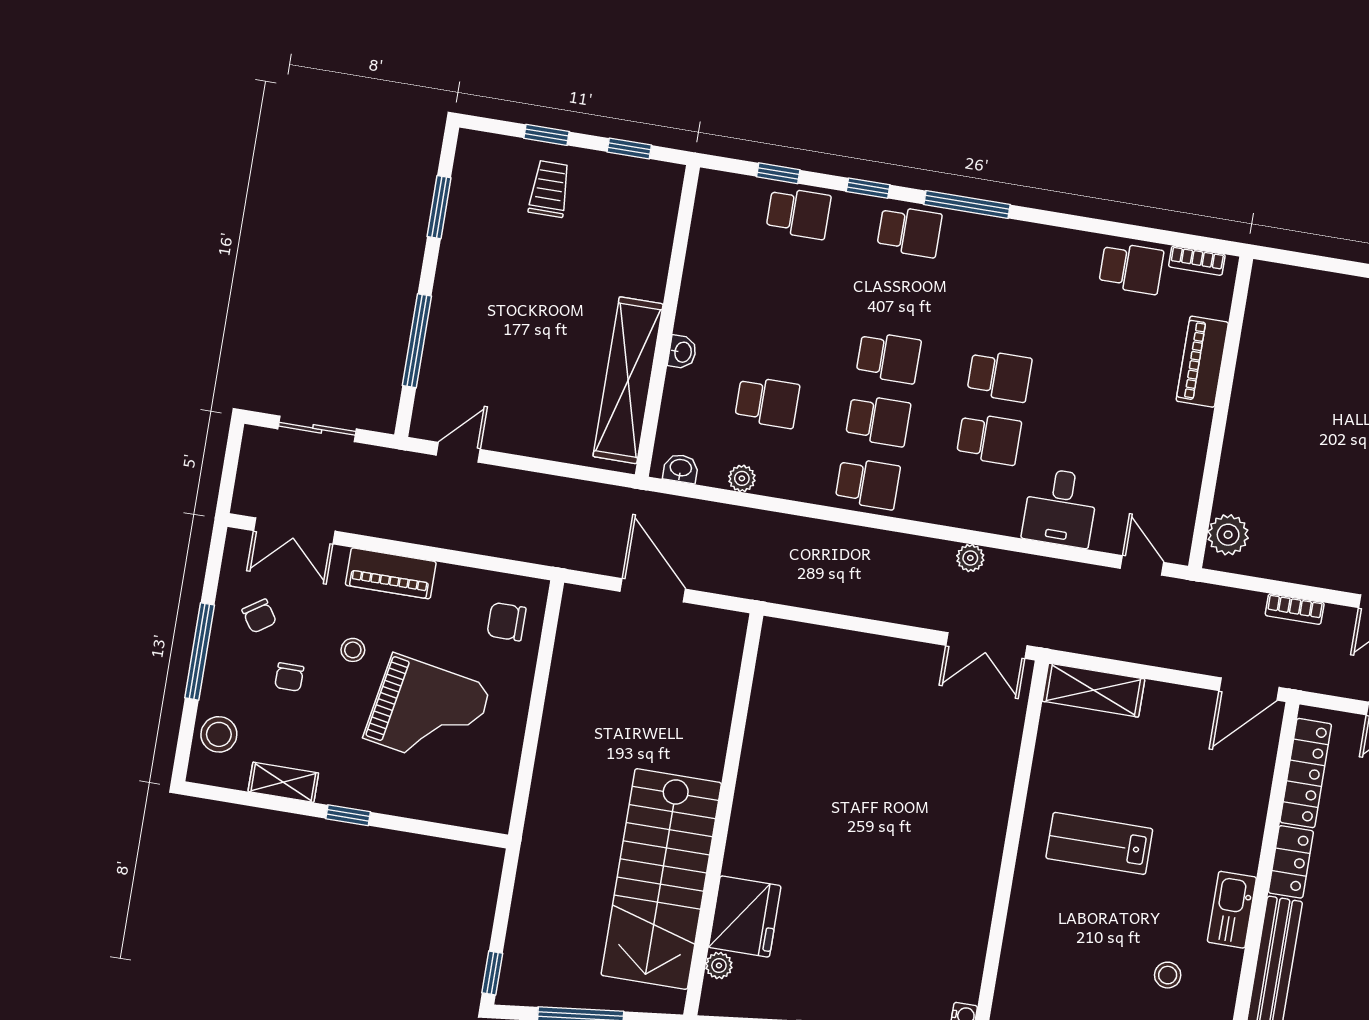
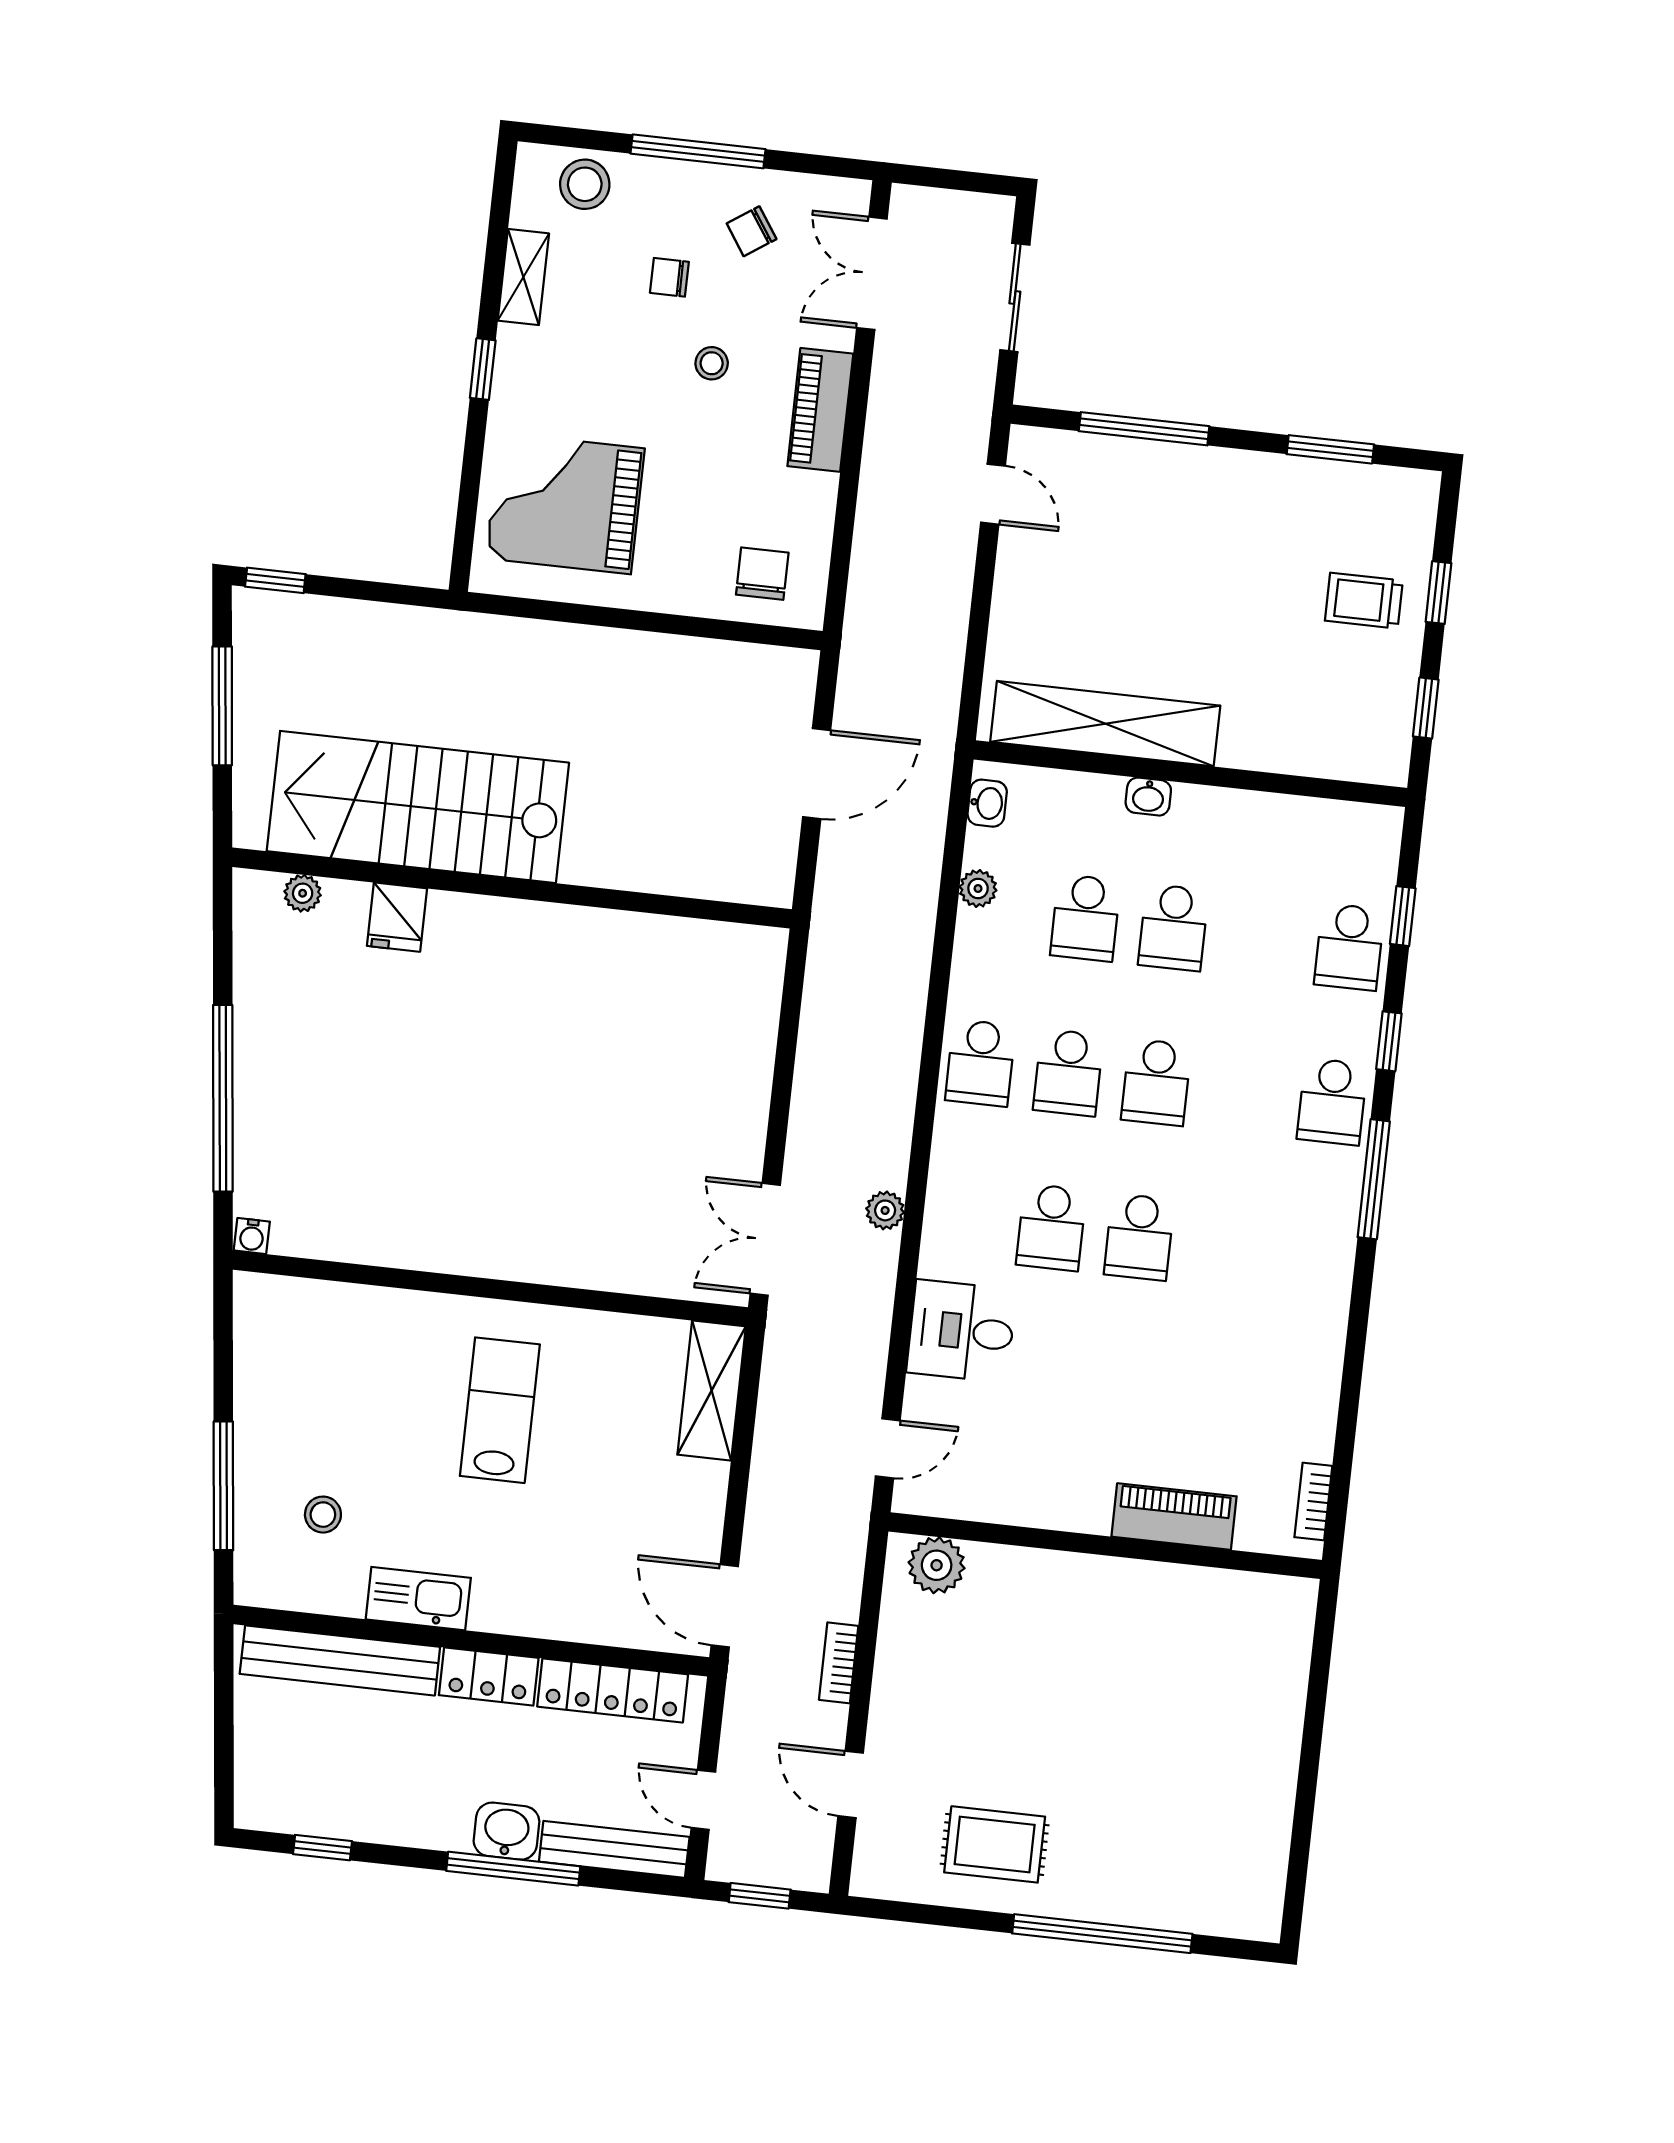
trolley: (549, 189) -> (1364, 601), turned 180
school desk: (1131, 268) -> (1173, 928), moved
grand piano: (427, 713) -> (565, 503), moved, turned 80
fridge: (745, 916) -> (397, 917), width x0.53, depth x0.75

